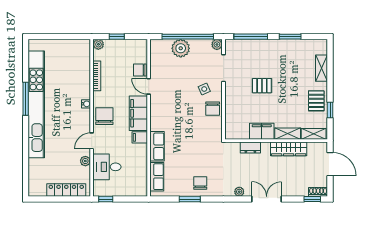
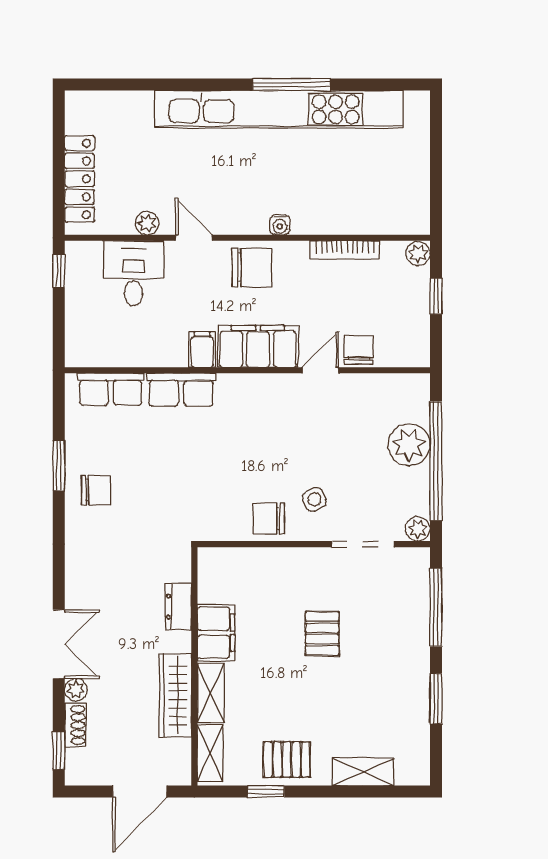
plant: (239, 192) -> (76, 690), moved
shoe rack: (318, 192) -> (75, 725), moved

